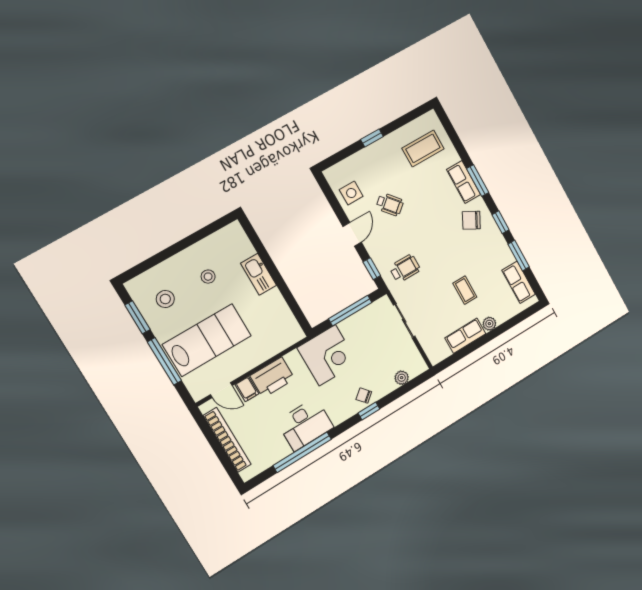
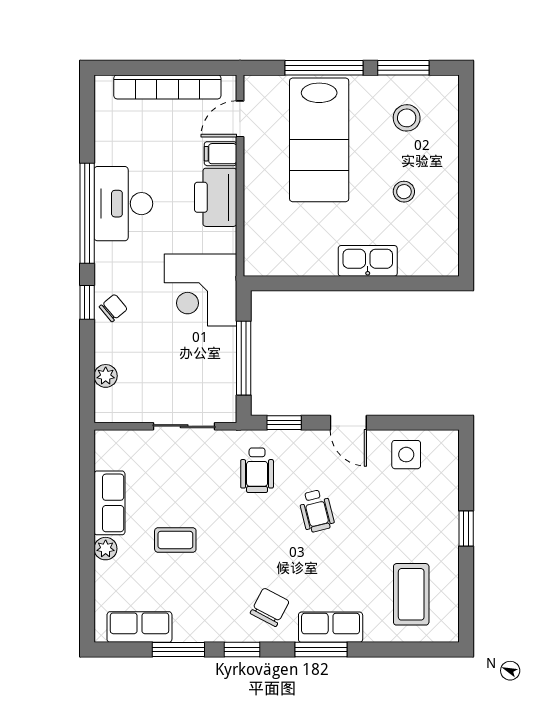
wheelchair: (390, 204) -> (316, 511), moved, turned -63
window: (302, 452) -> (87, 213), moved

